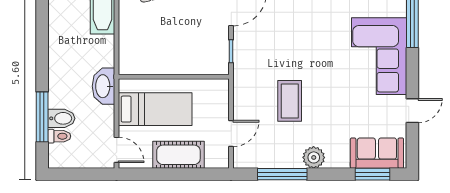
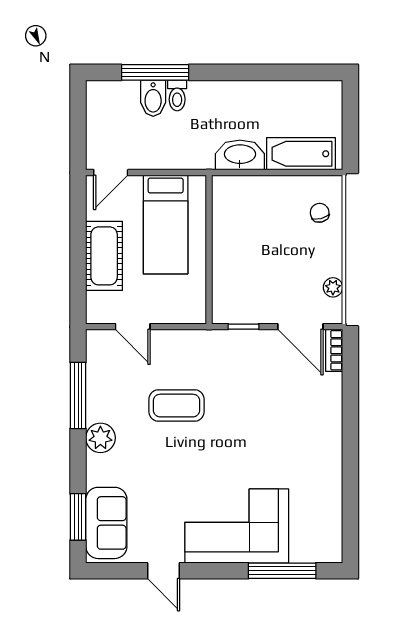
washbasin: (103, 86) -> (240, 155), moved
toilet: (59, 136) -> (177, 95), moved

